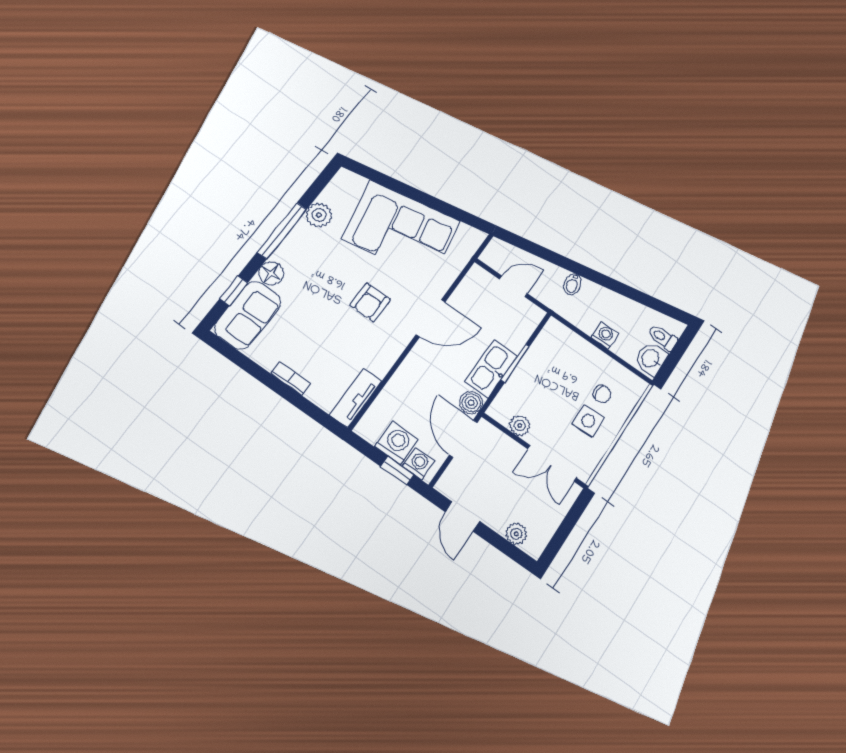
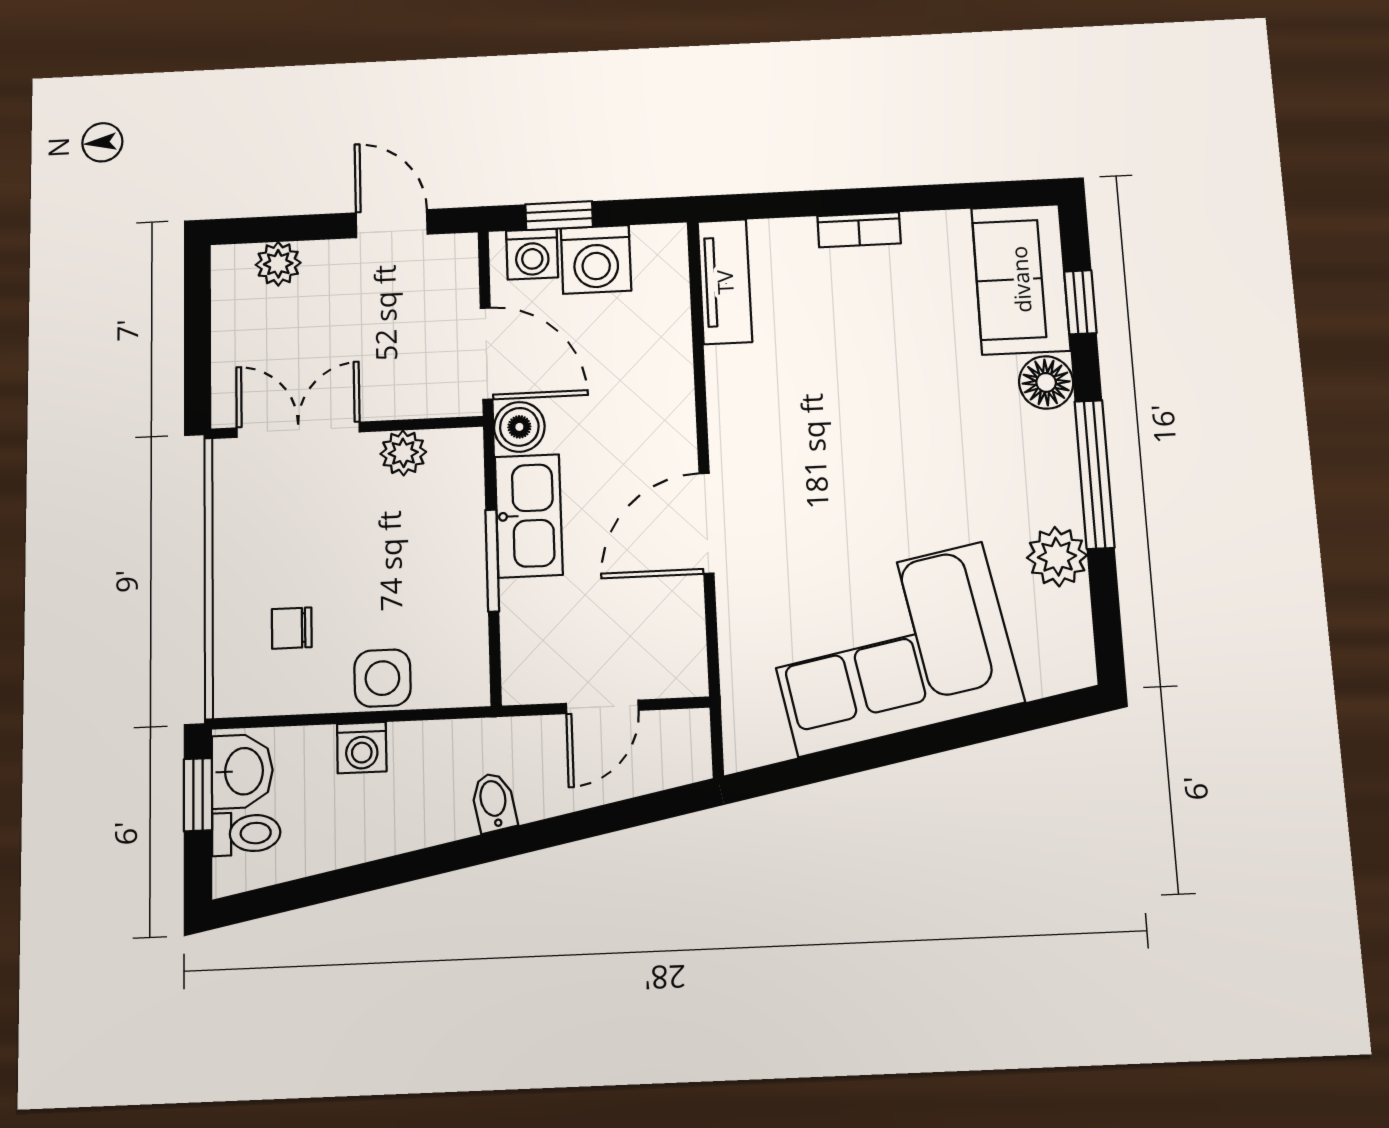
armchair: (370, 302) -> (835, 467), removed
window: (671, 362) -> (198, 795), added
side table: (588, 421) -> (382, 678), moved

